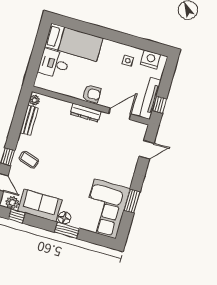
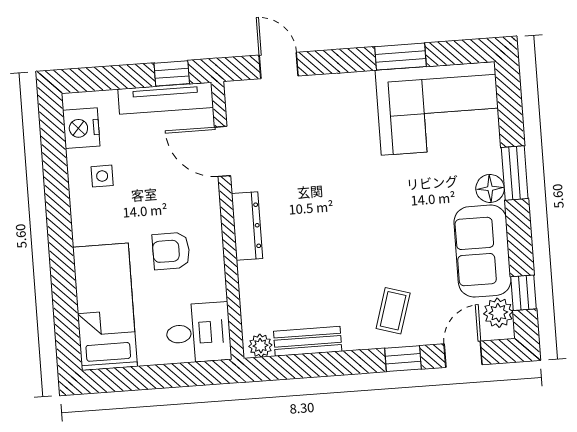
desk: (54, 64) -> (198, 333), moved, turned -90
armchair: (92, 94) -> (171, 251), moved, turned -90

